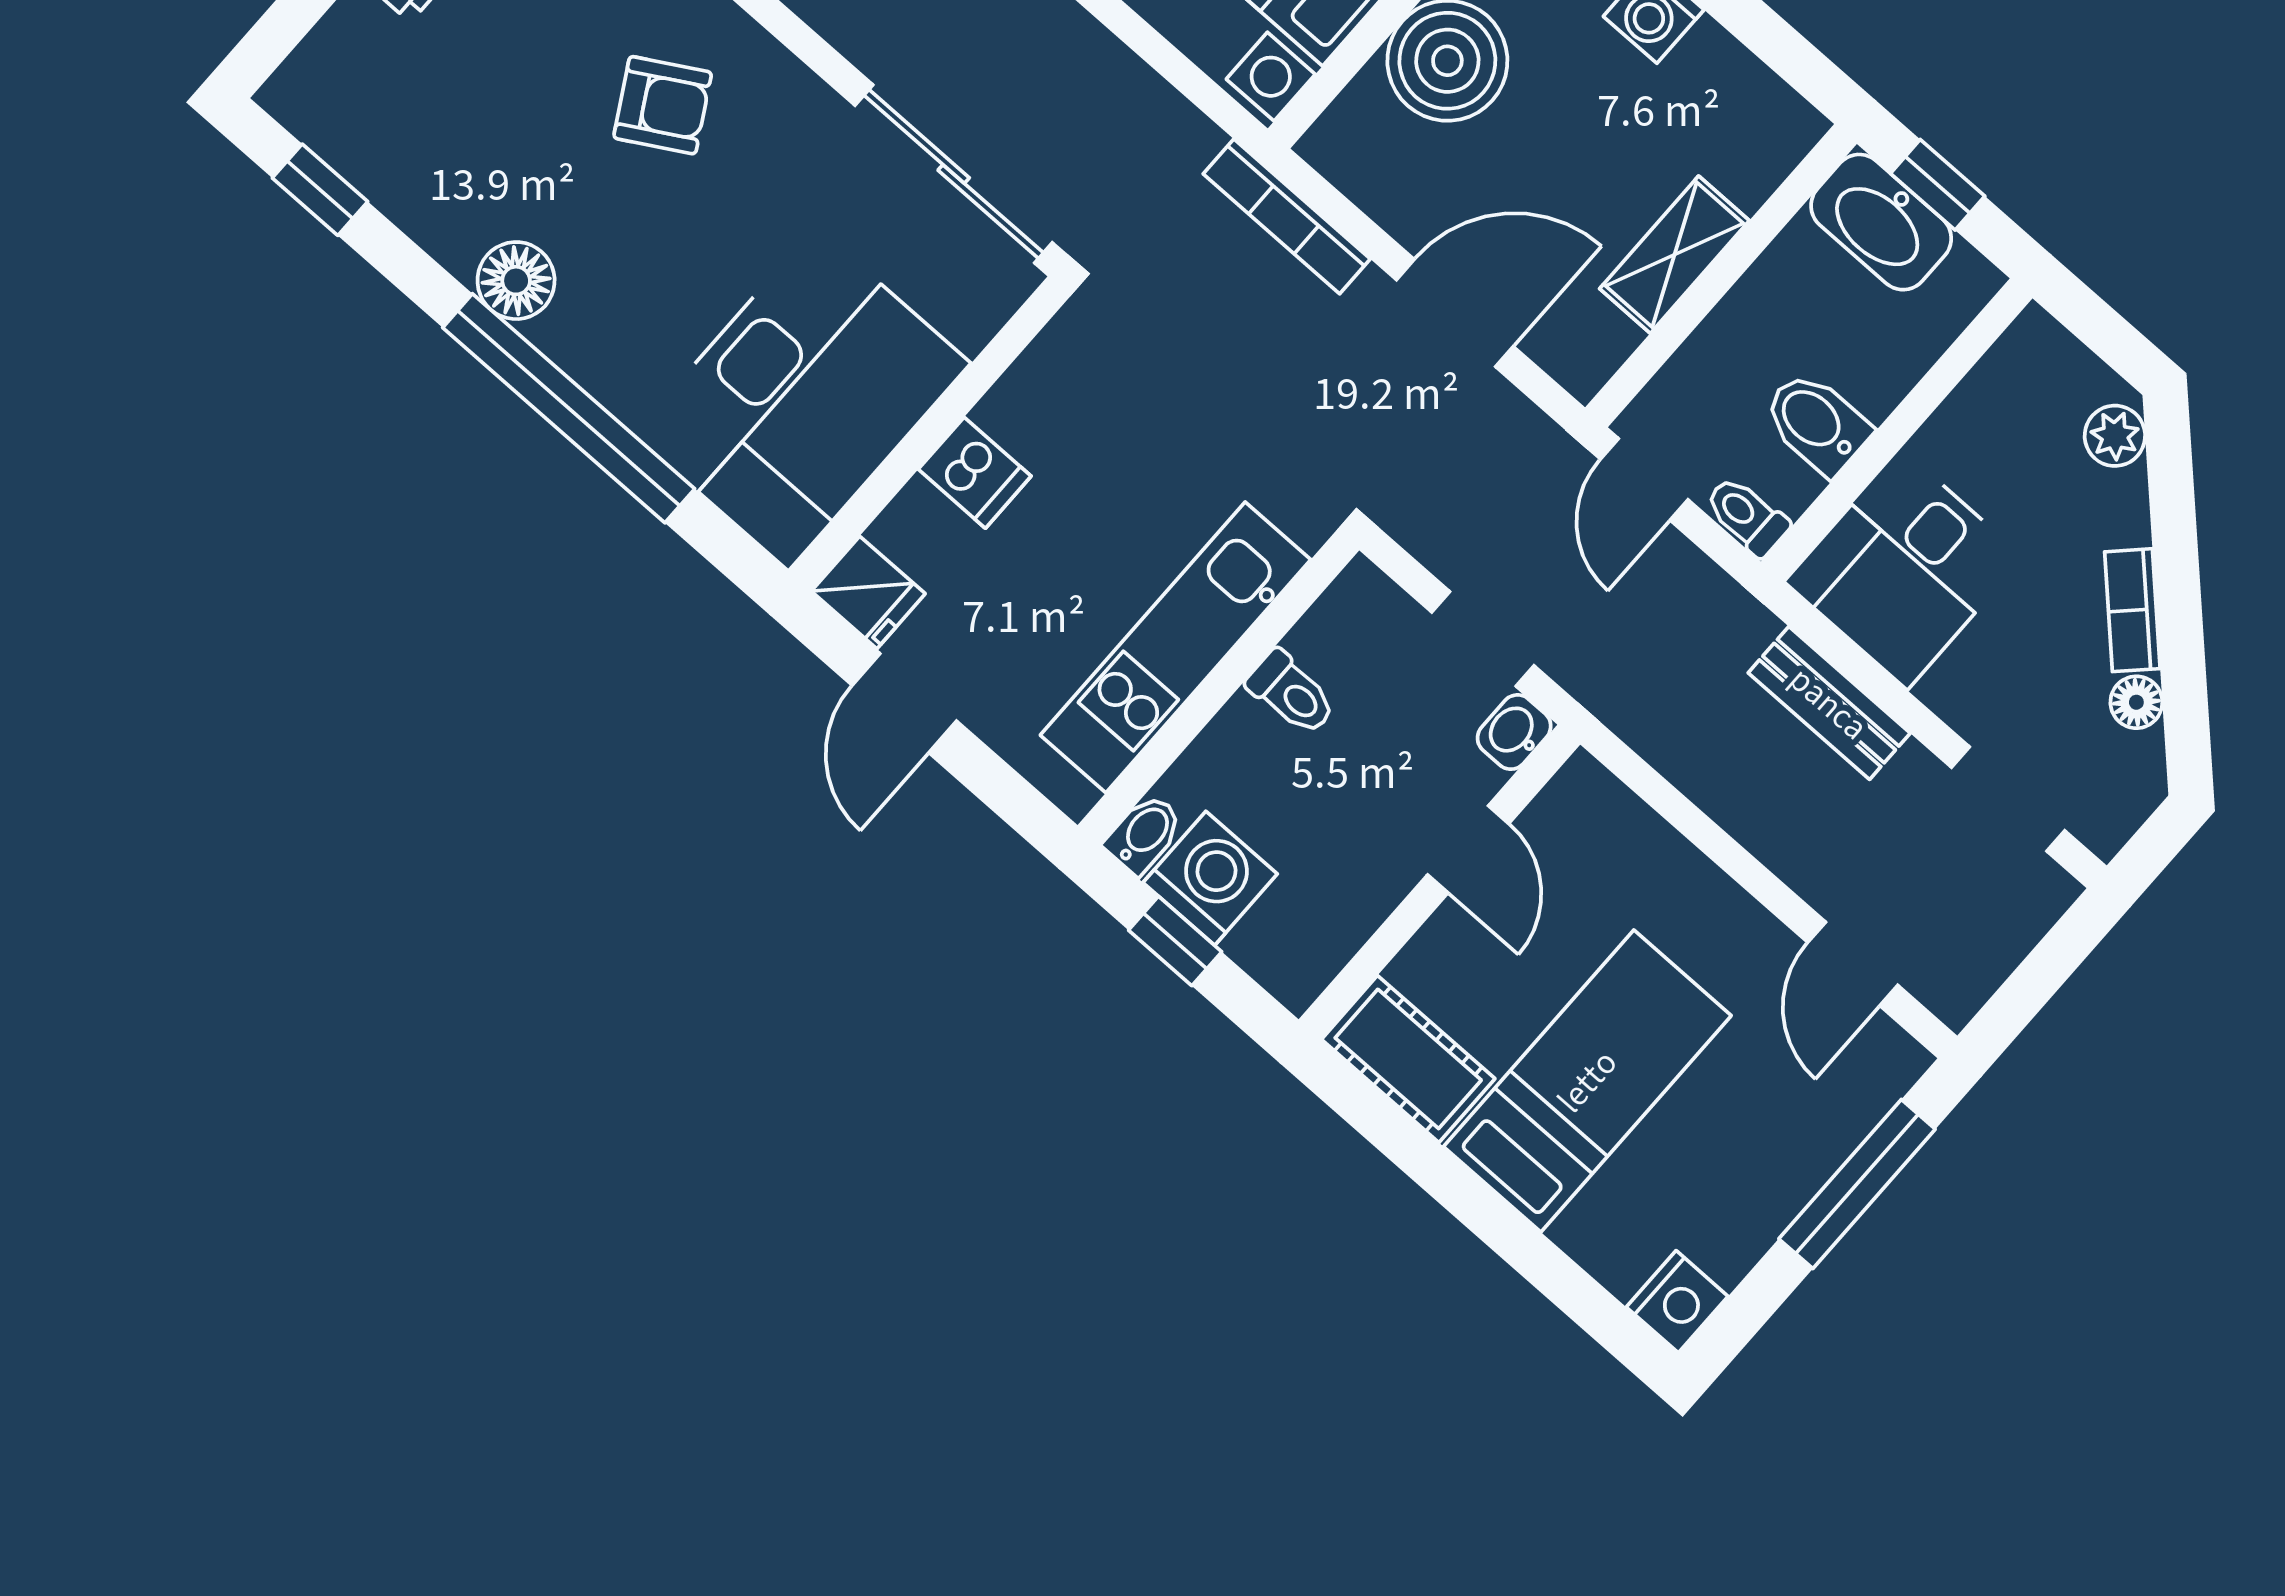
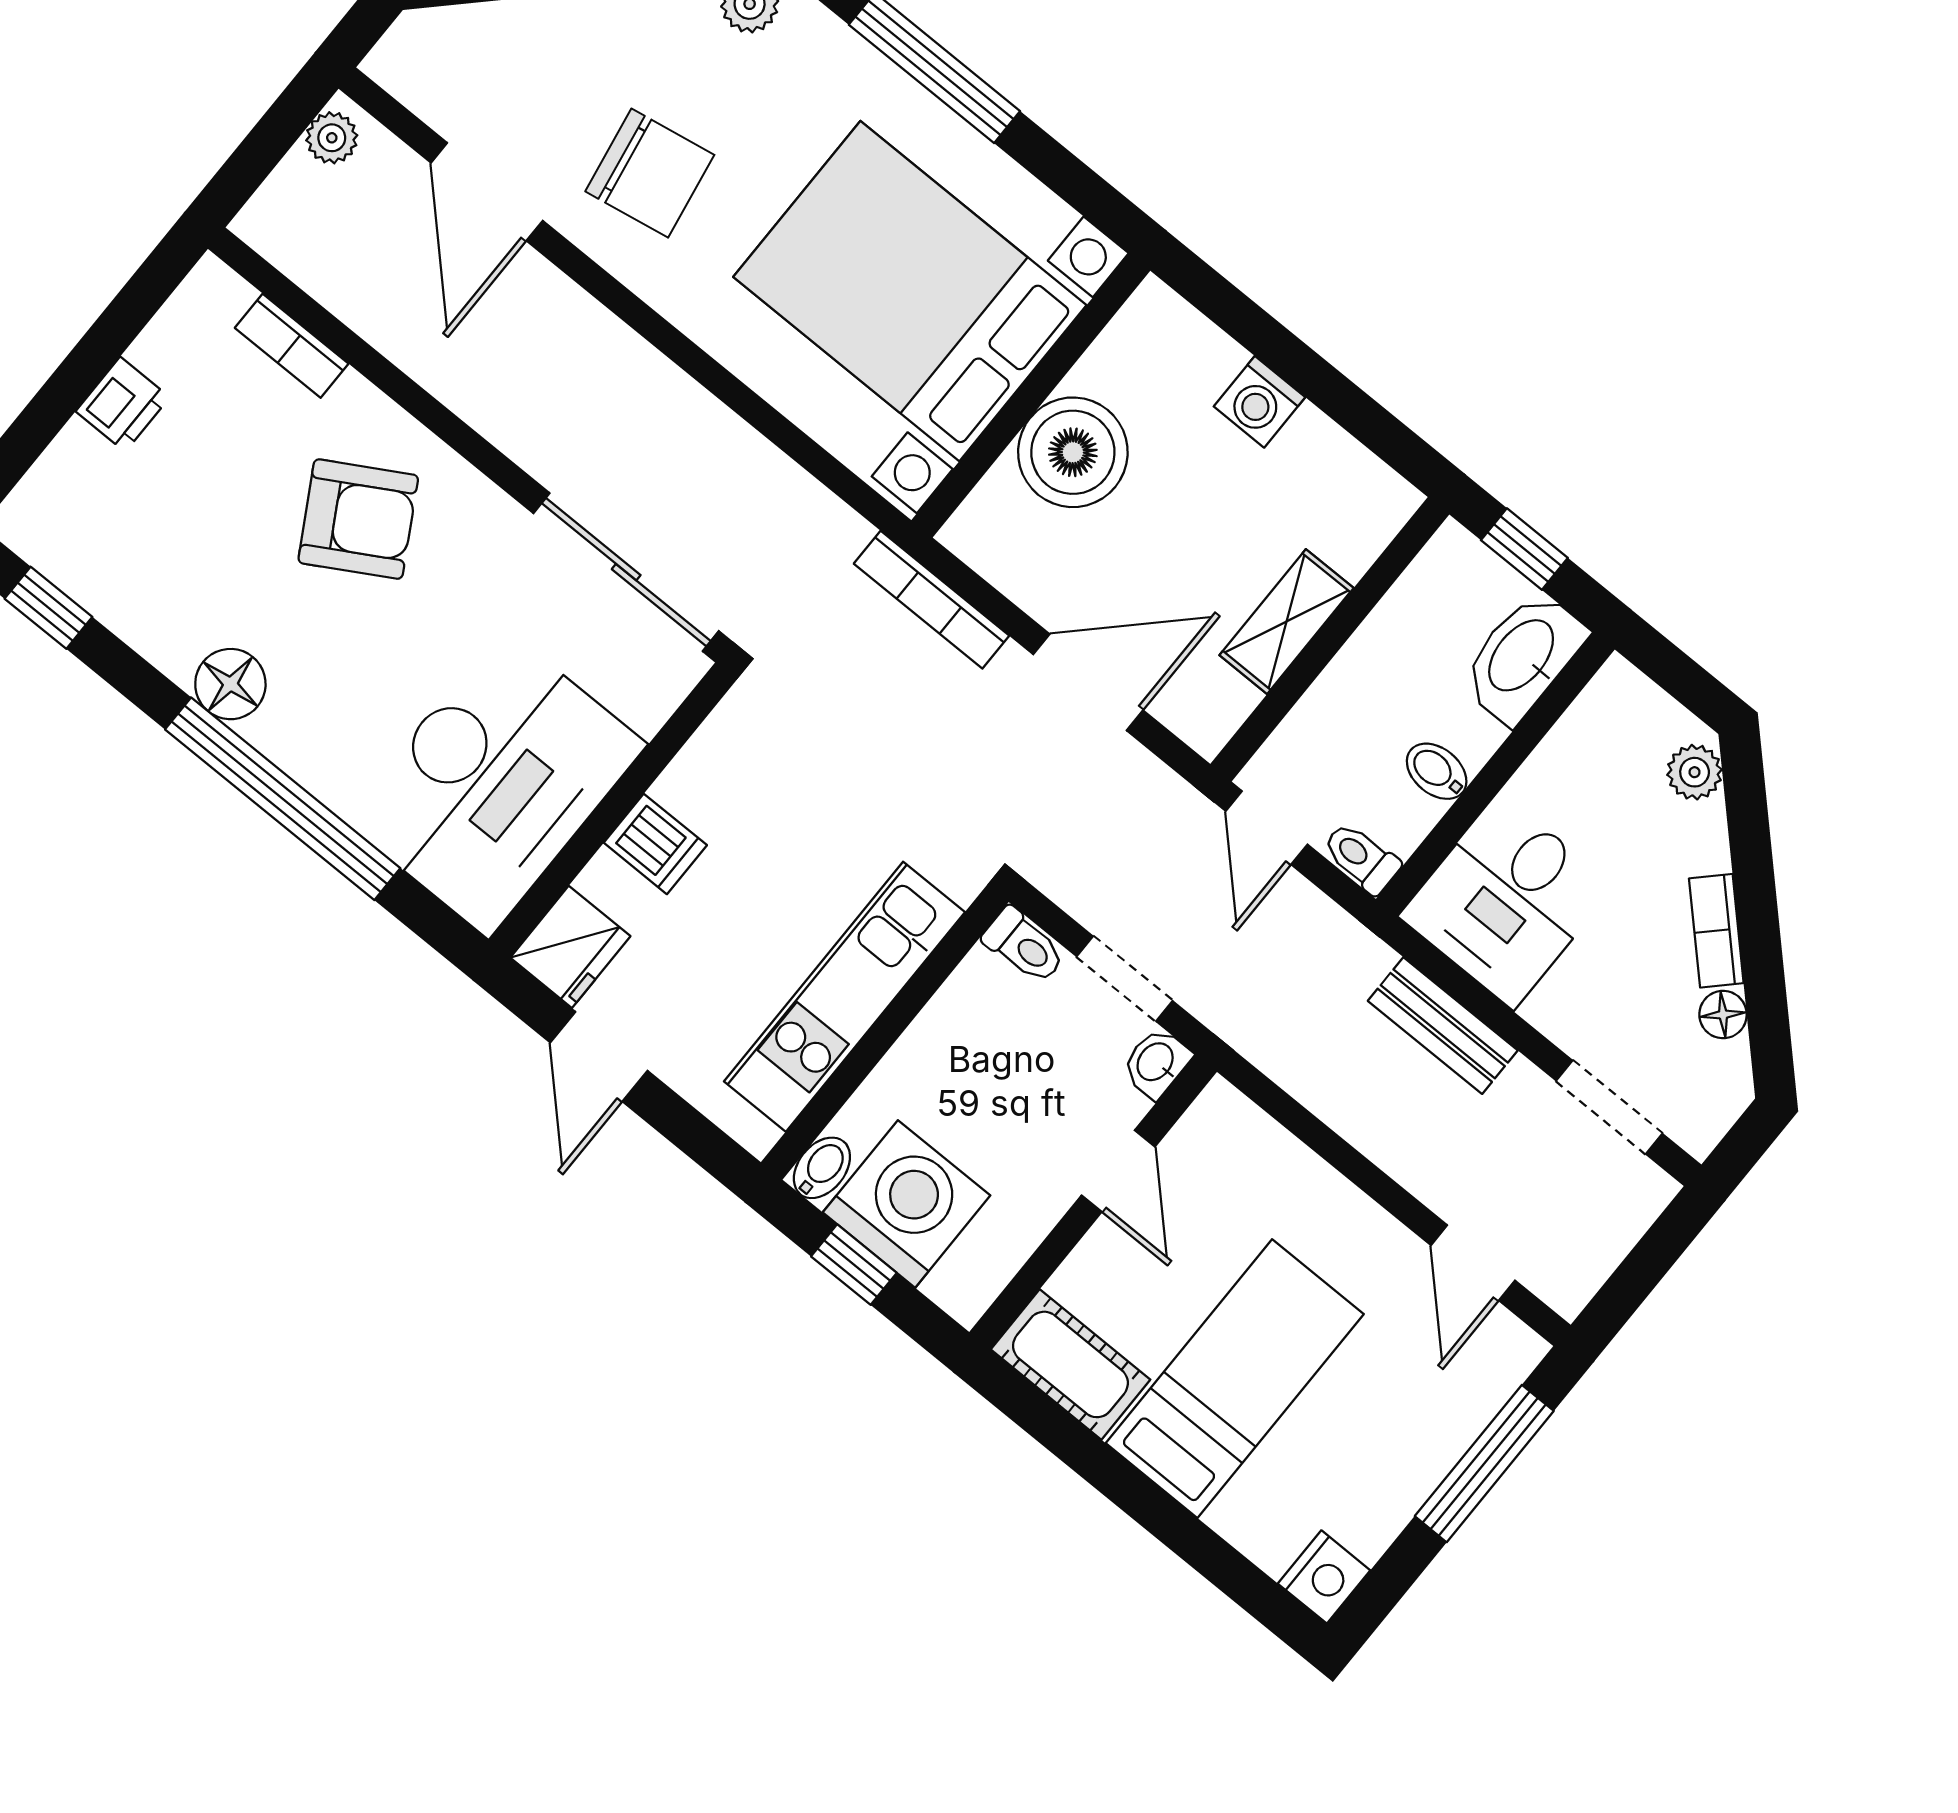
armchair: (663, 105) -> (358, 519), width x1.38, depth x1.38
washbasin: (1881, 222) -> (1523, 657), moved, turned 90
bidet: (1816, 423) -> (1437, 771), width x0.72, depth x0.74
fridge: (868, 592) -> (570, 947), width x1.38
toilet: (1291, 693) -> (1024, 946), moved
washing machine: (1210, 878) -> (906, 1204), width x1.37, depth x1.37

